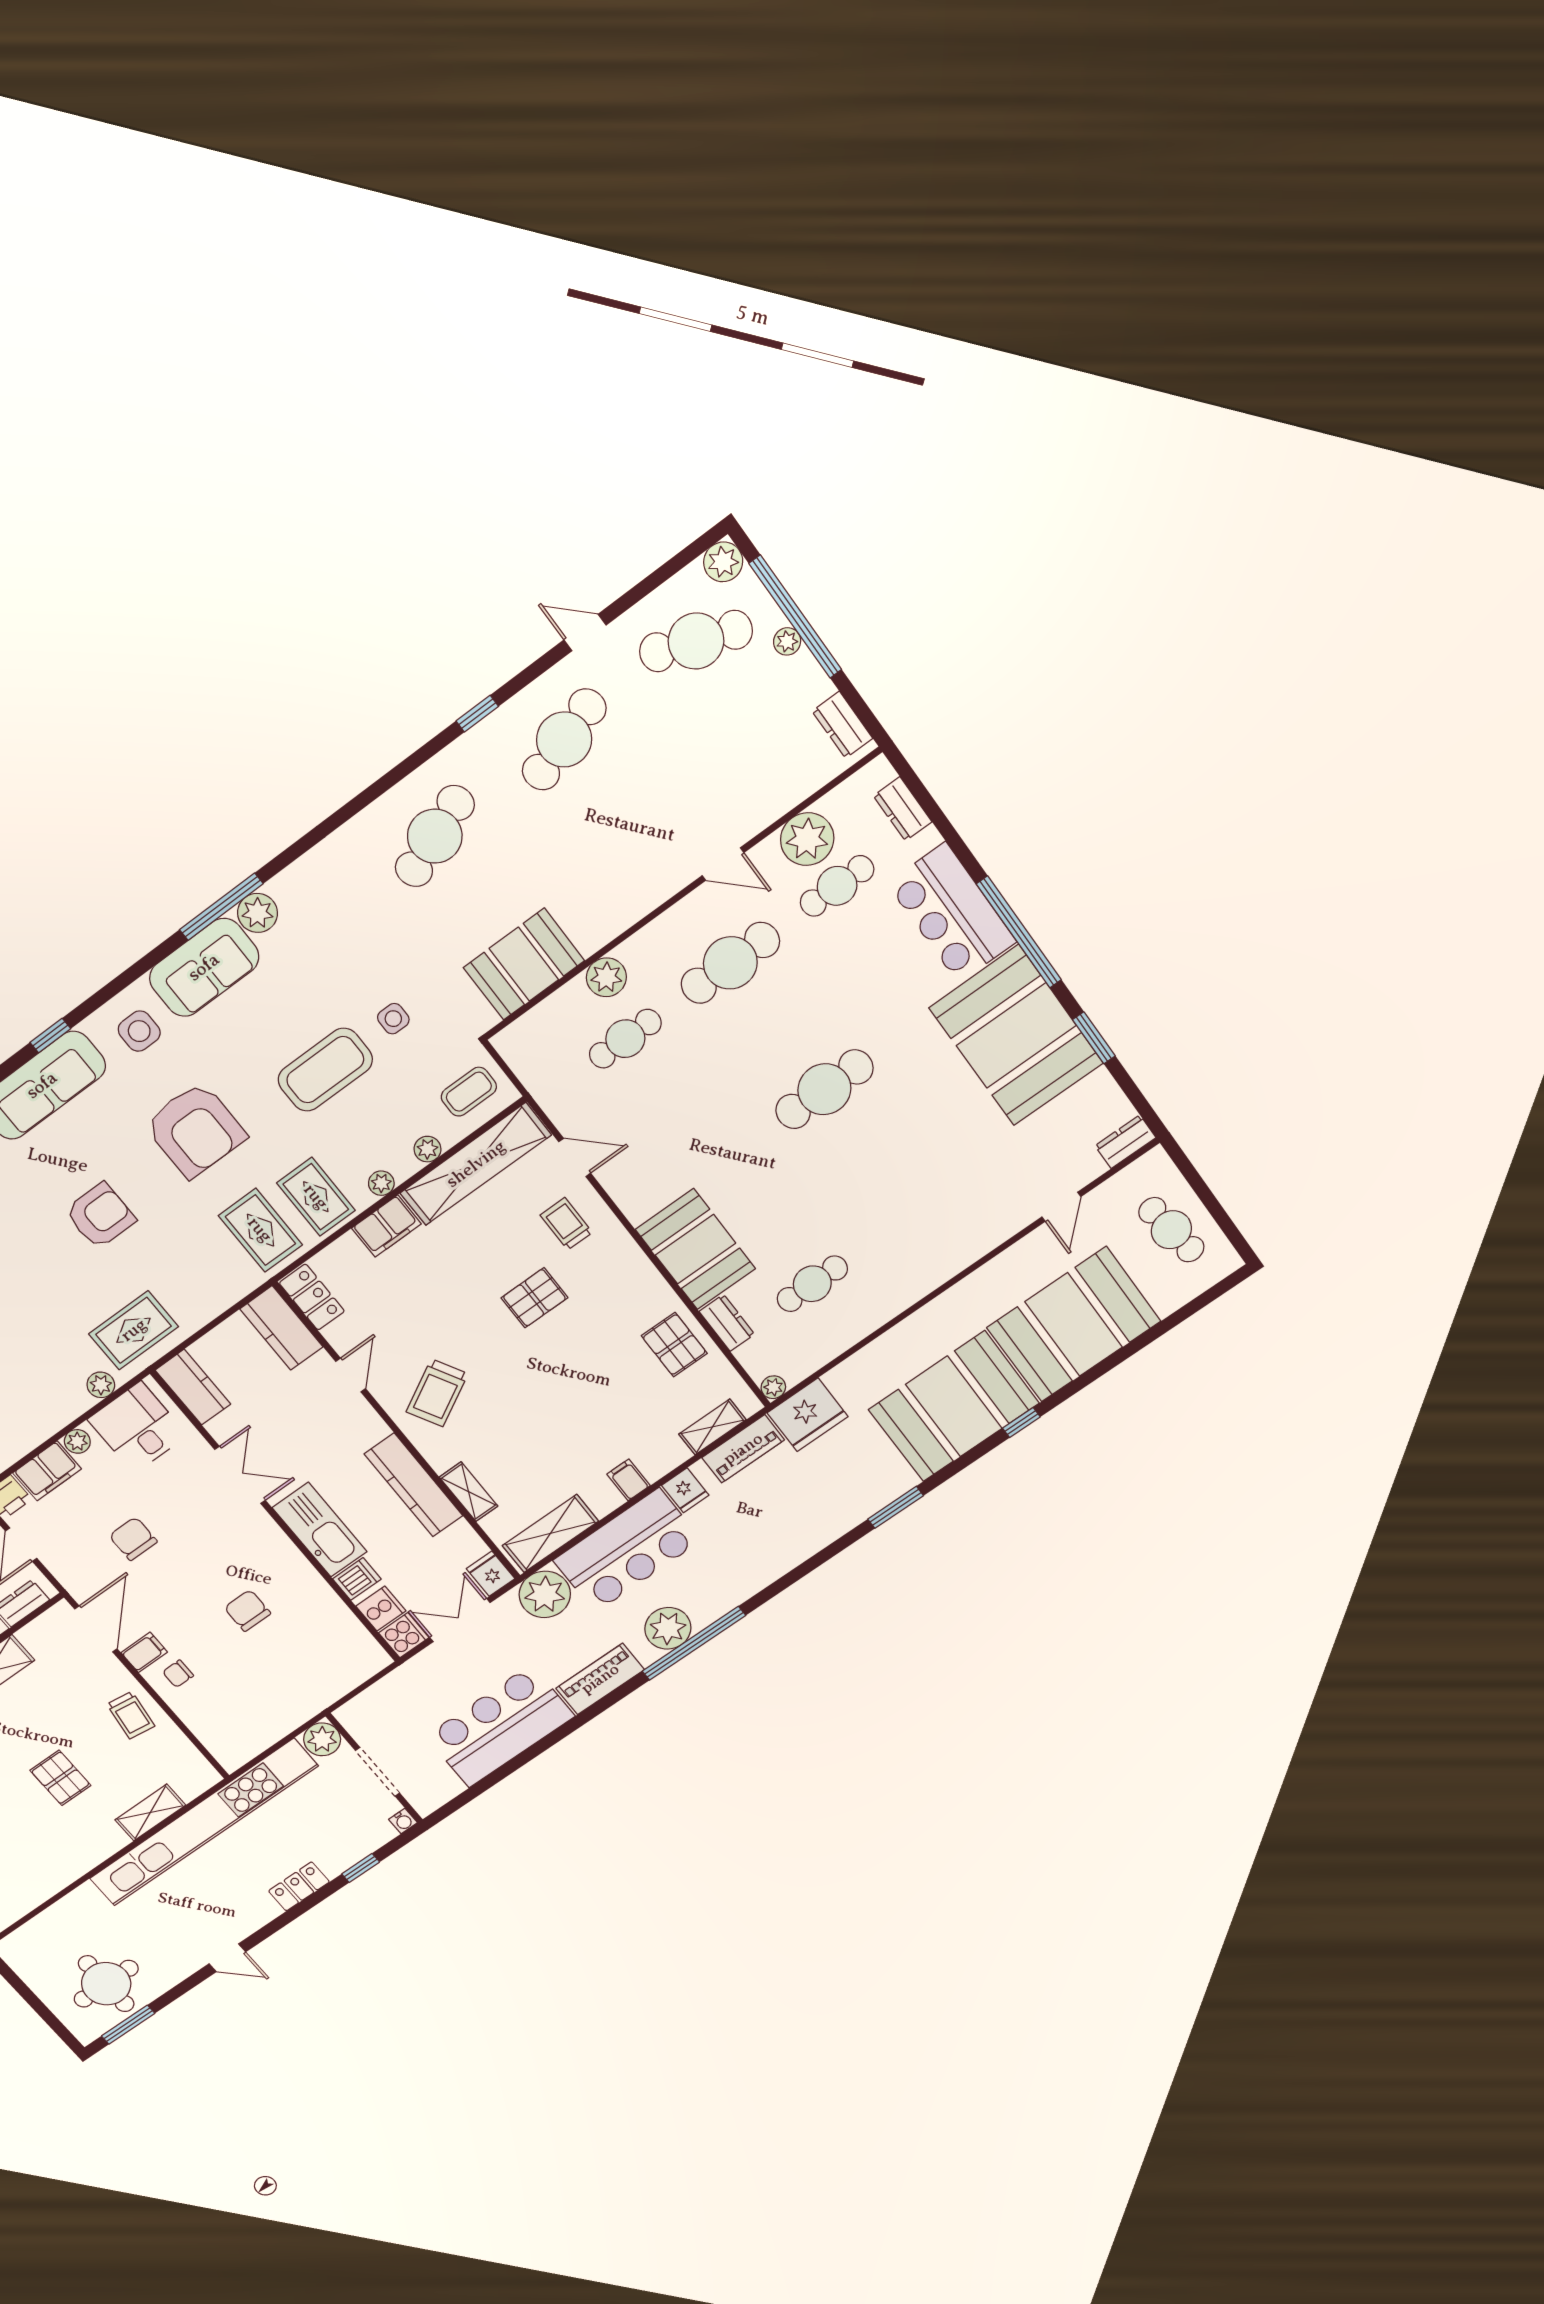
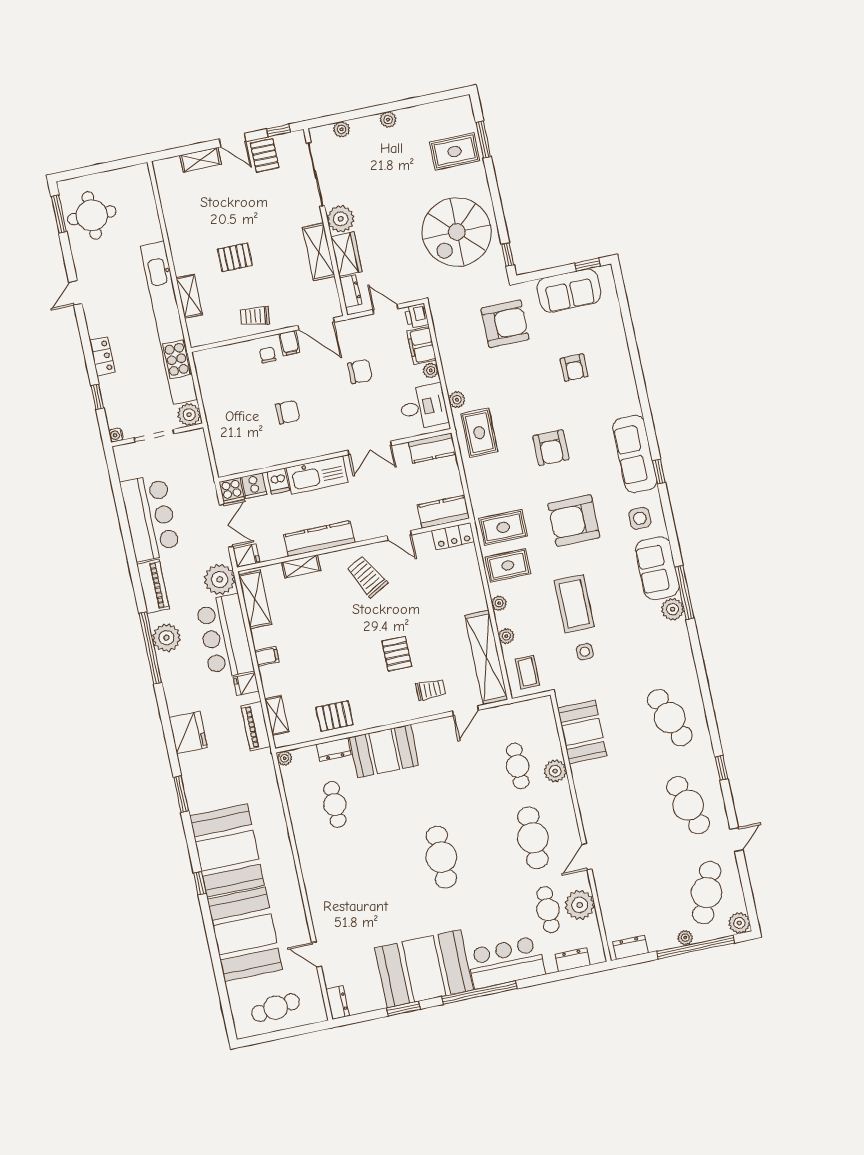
filing cabinet: (386, 1226) -> (474, 595), removed
fridge: (808, 1415) -> (188, 732), moved, turned 180

